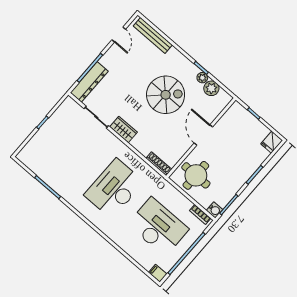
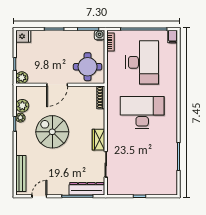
plant: (236, 109) -> (22, 78), added
desk: (114, 189) -> (142, 113), turned 180
desk: (158, 227) -> (142, 62), turned 180

